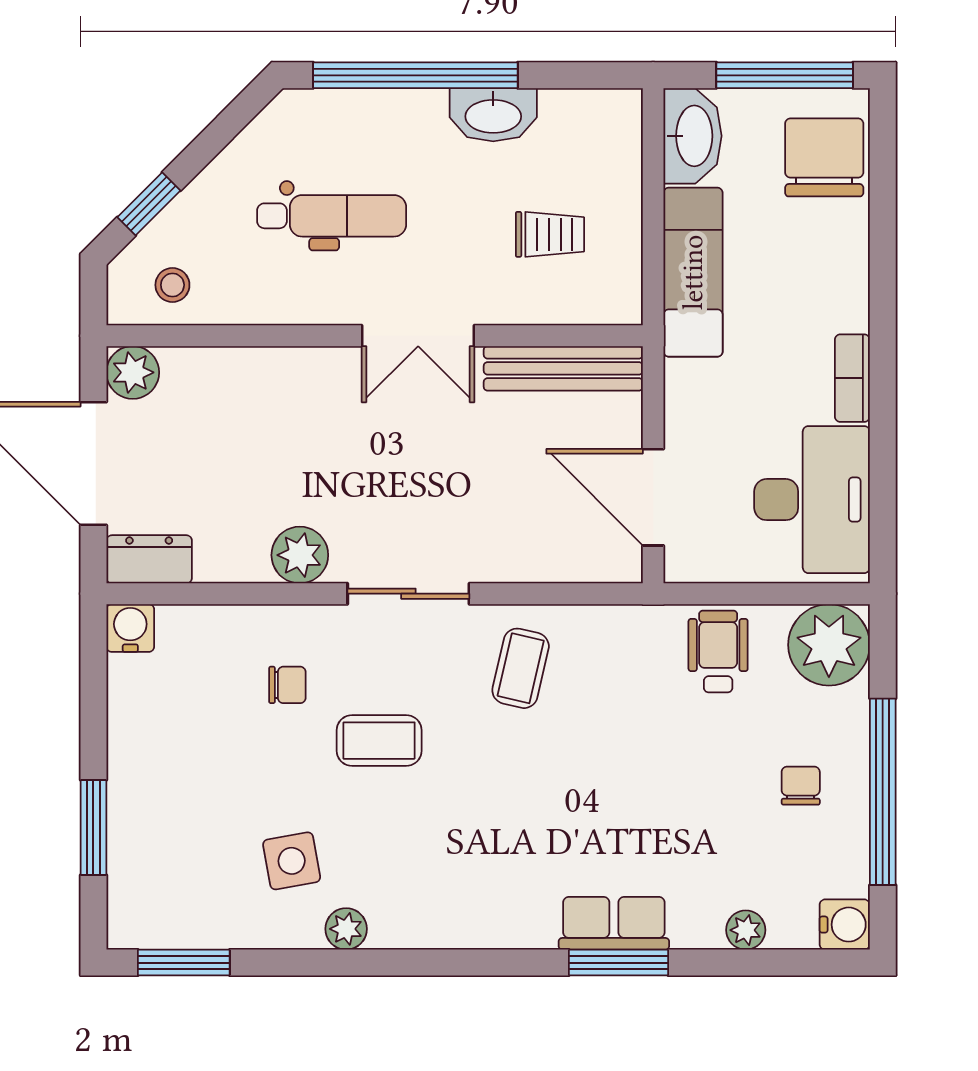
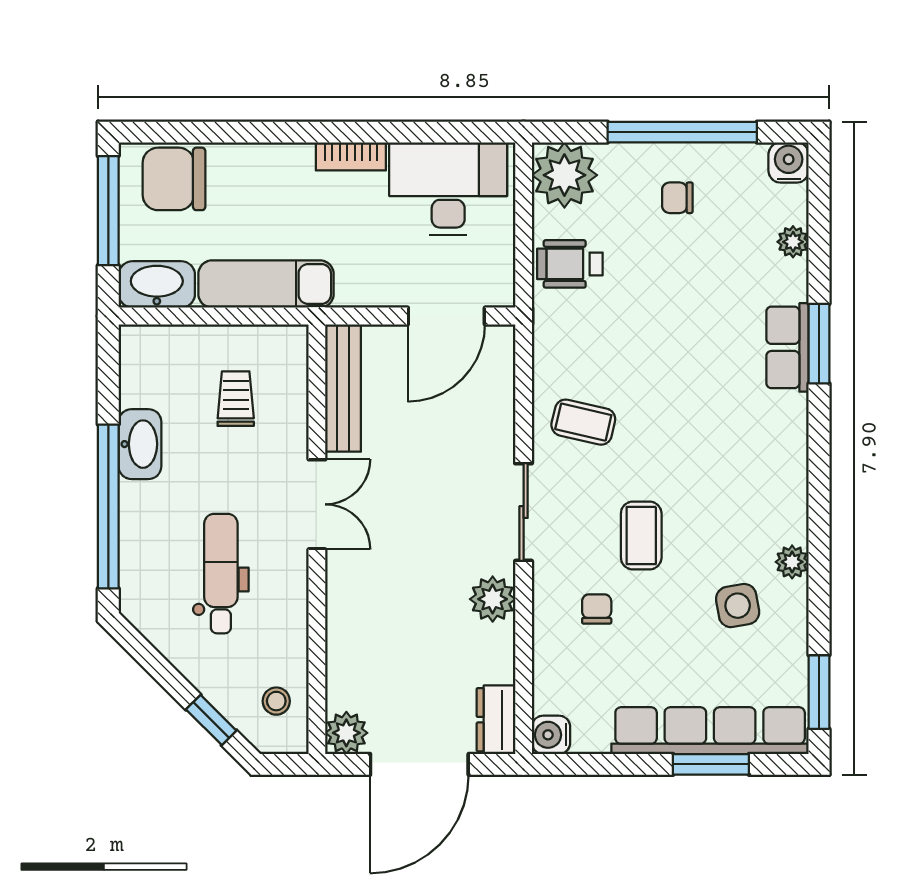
row of seats: (136, 826) -> (710, 731), added

